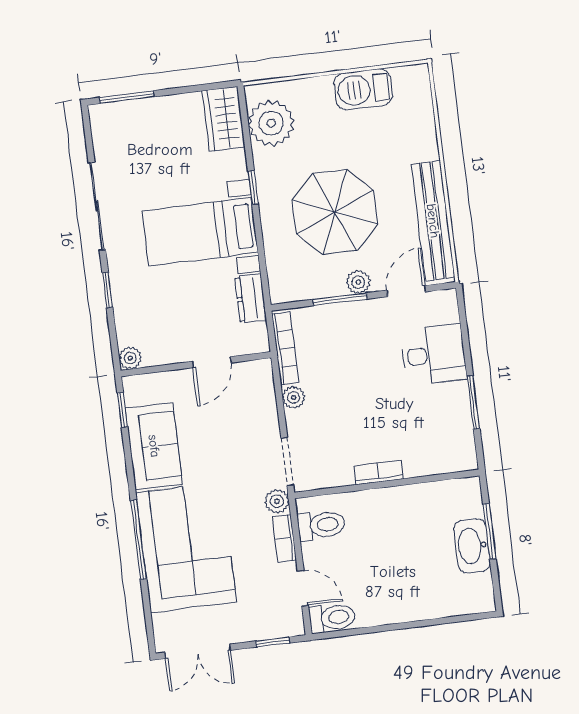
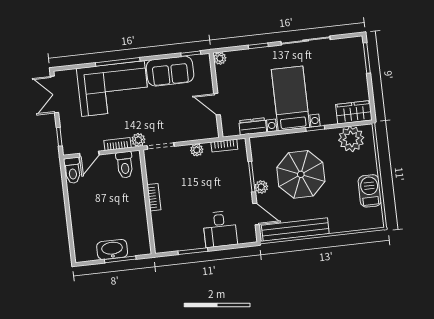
bookcase: (285, 349) -> (224, 146), width x0.64

